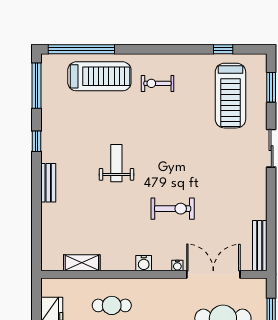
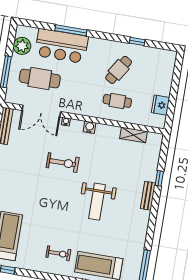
window: (37, 141) -> (159, 178), moved
weight bench: (116, 163) -> (97, 202), width x1.36, depth x1.33
exercise bike: (173, 209) -> (63, 163), turned 180

